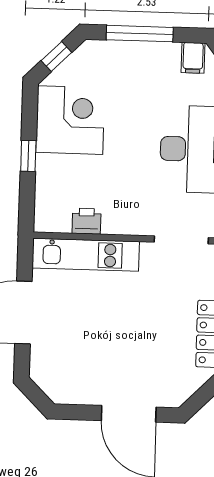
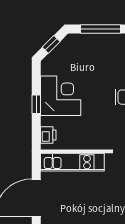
corner desk: (70, 120) -> (61, 96), moved
printer: (87, 221) -> (48, 135), moved, turned 90

